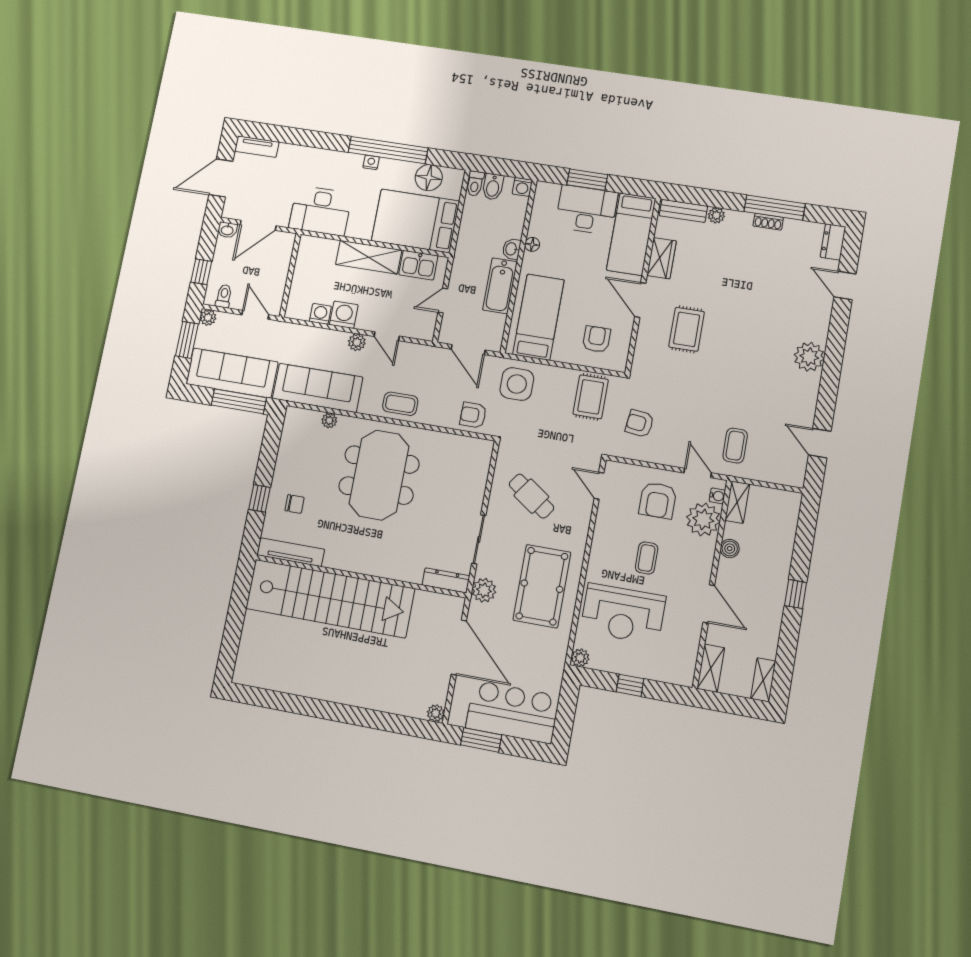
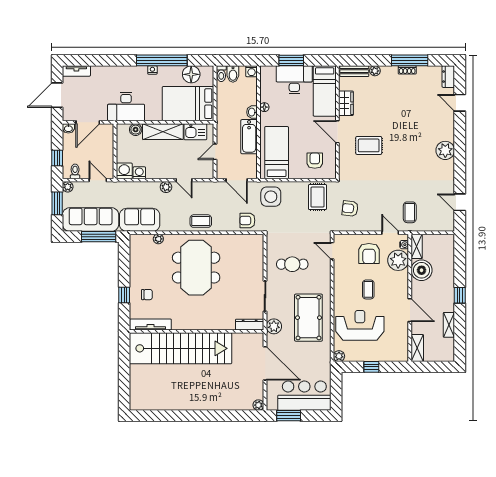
boiler: (328, 248) -> (136, 130), added
washing machine: (344, 315) -> (124, 171), moved
rug: (687, 329) -> (369, 145), turned 90
sofa: (318, 388) -> (140, 220), width x0.73
cafe table: (531, 496) -> (292, 264), turned -35
boiler: (730, 549) -> (422, 270), width x1.86, depth x1.86
reception desk: (623, 614) -> (360, 325), turned 180
shelving: (763, 680) -> (449, 325), moved

